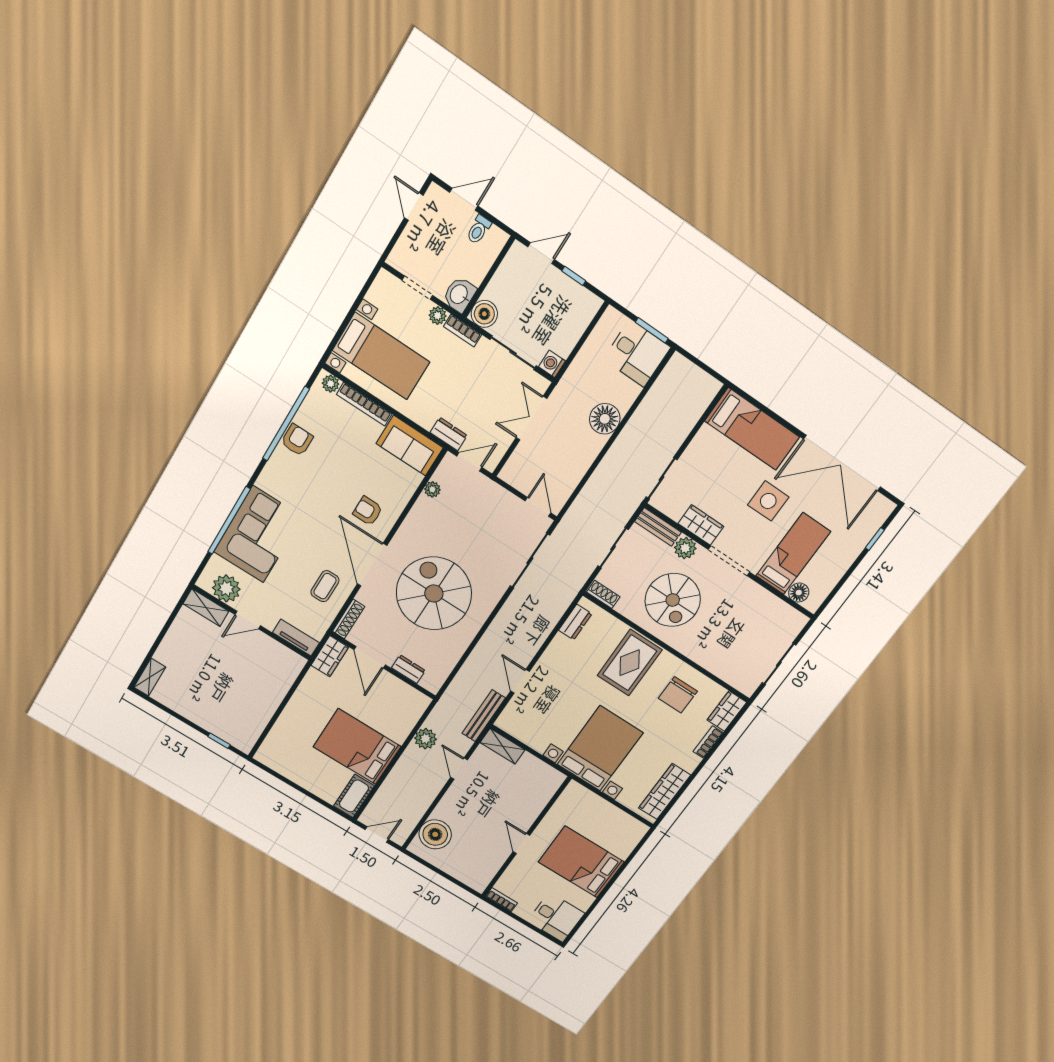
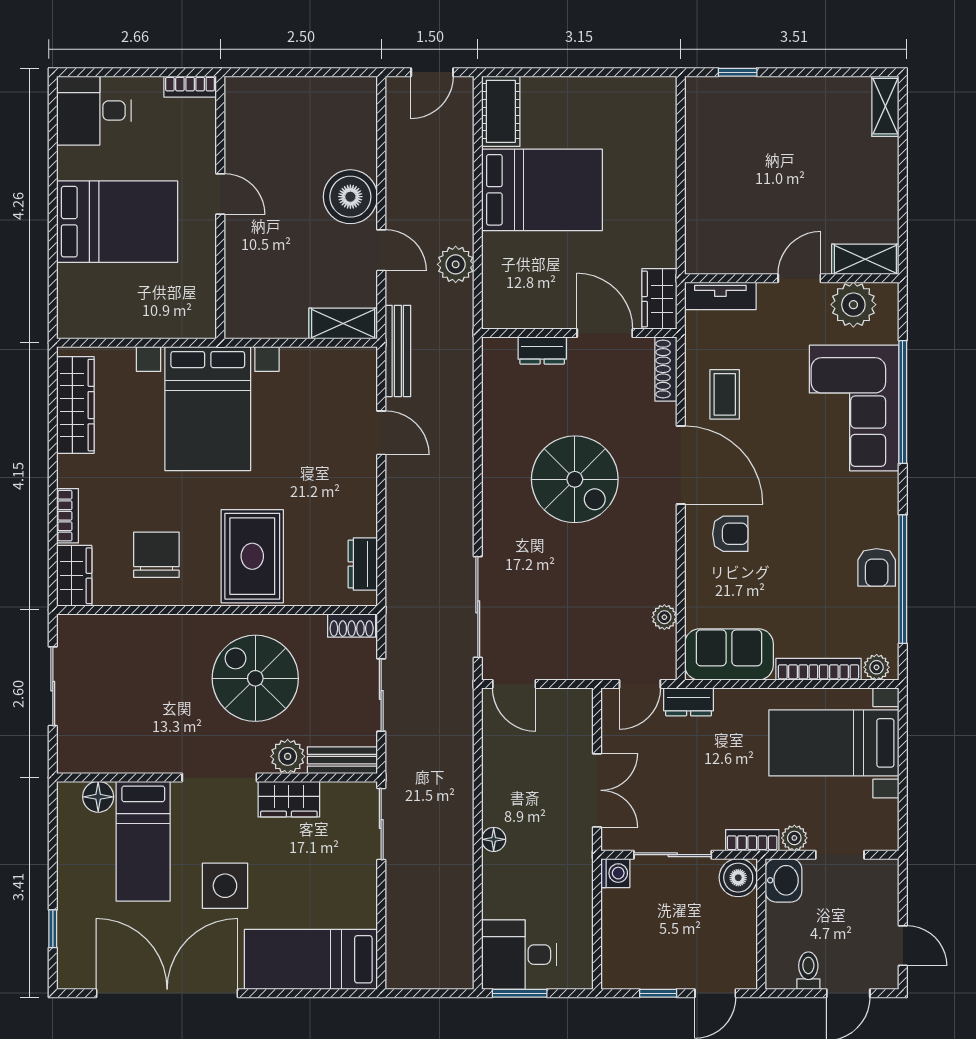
floor lamp: (605, 419) -> (494, 839), width x0.53, depth x0.53
spiral stairs: (434, 594) -> (575, 479), width x0.73, depth x0.73
boiler: (435, 834) -> (350, 197), moved

